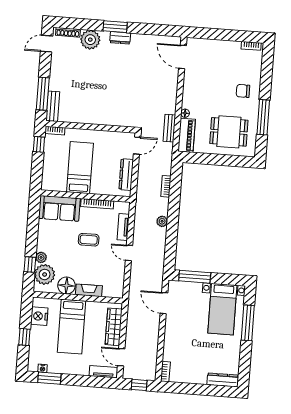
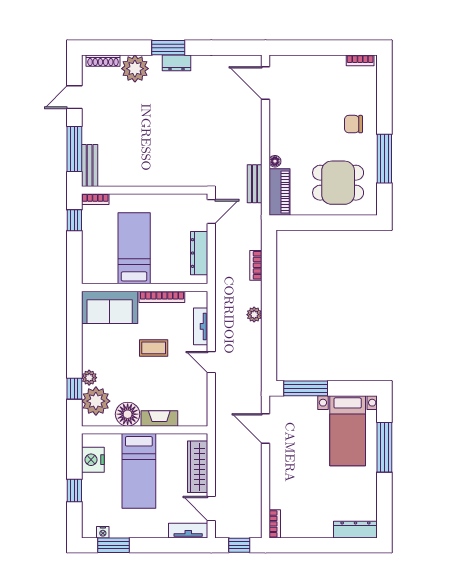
door: (47, 44) -> (74, 97), moved

